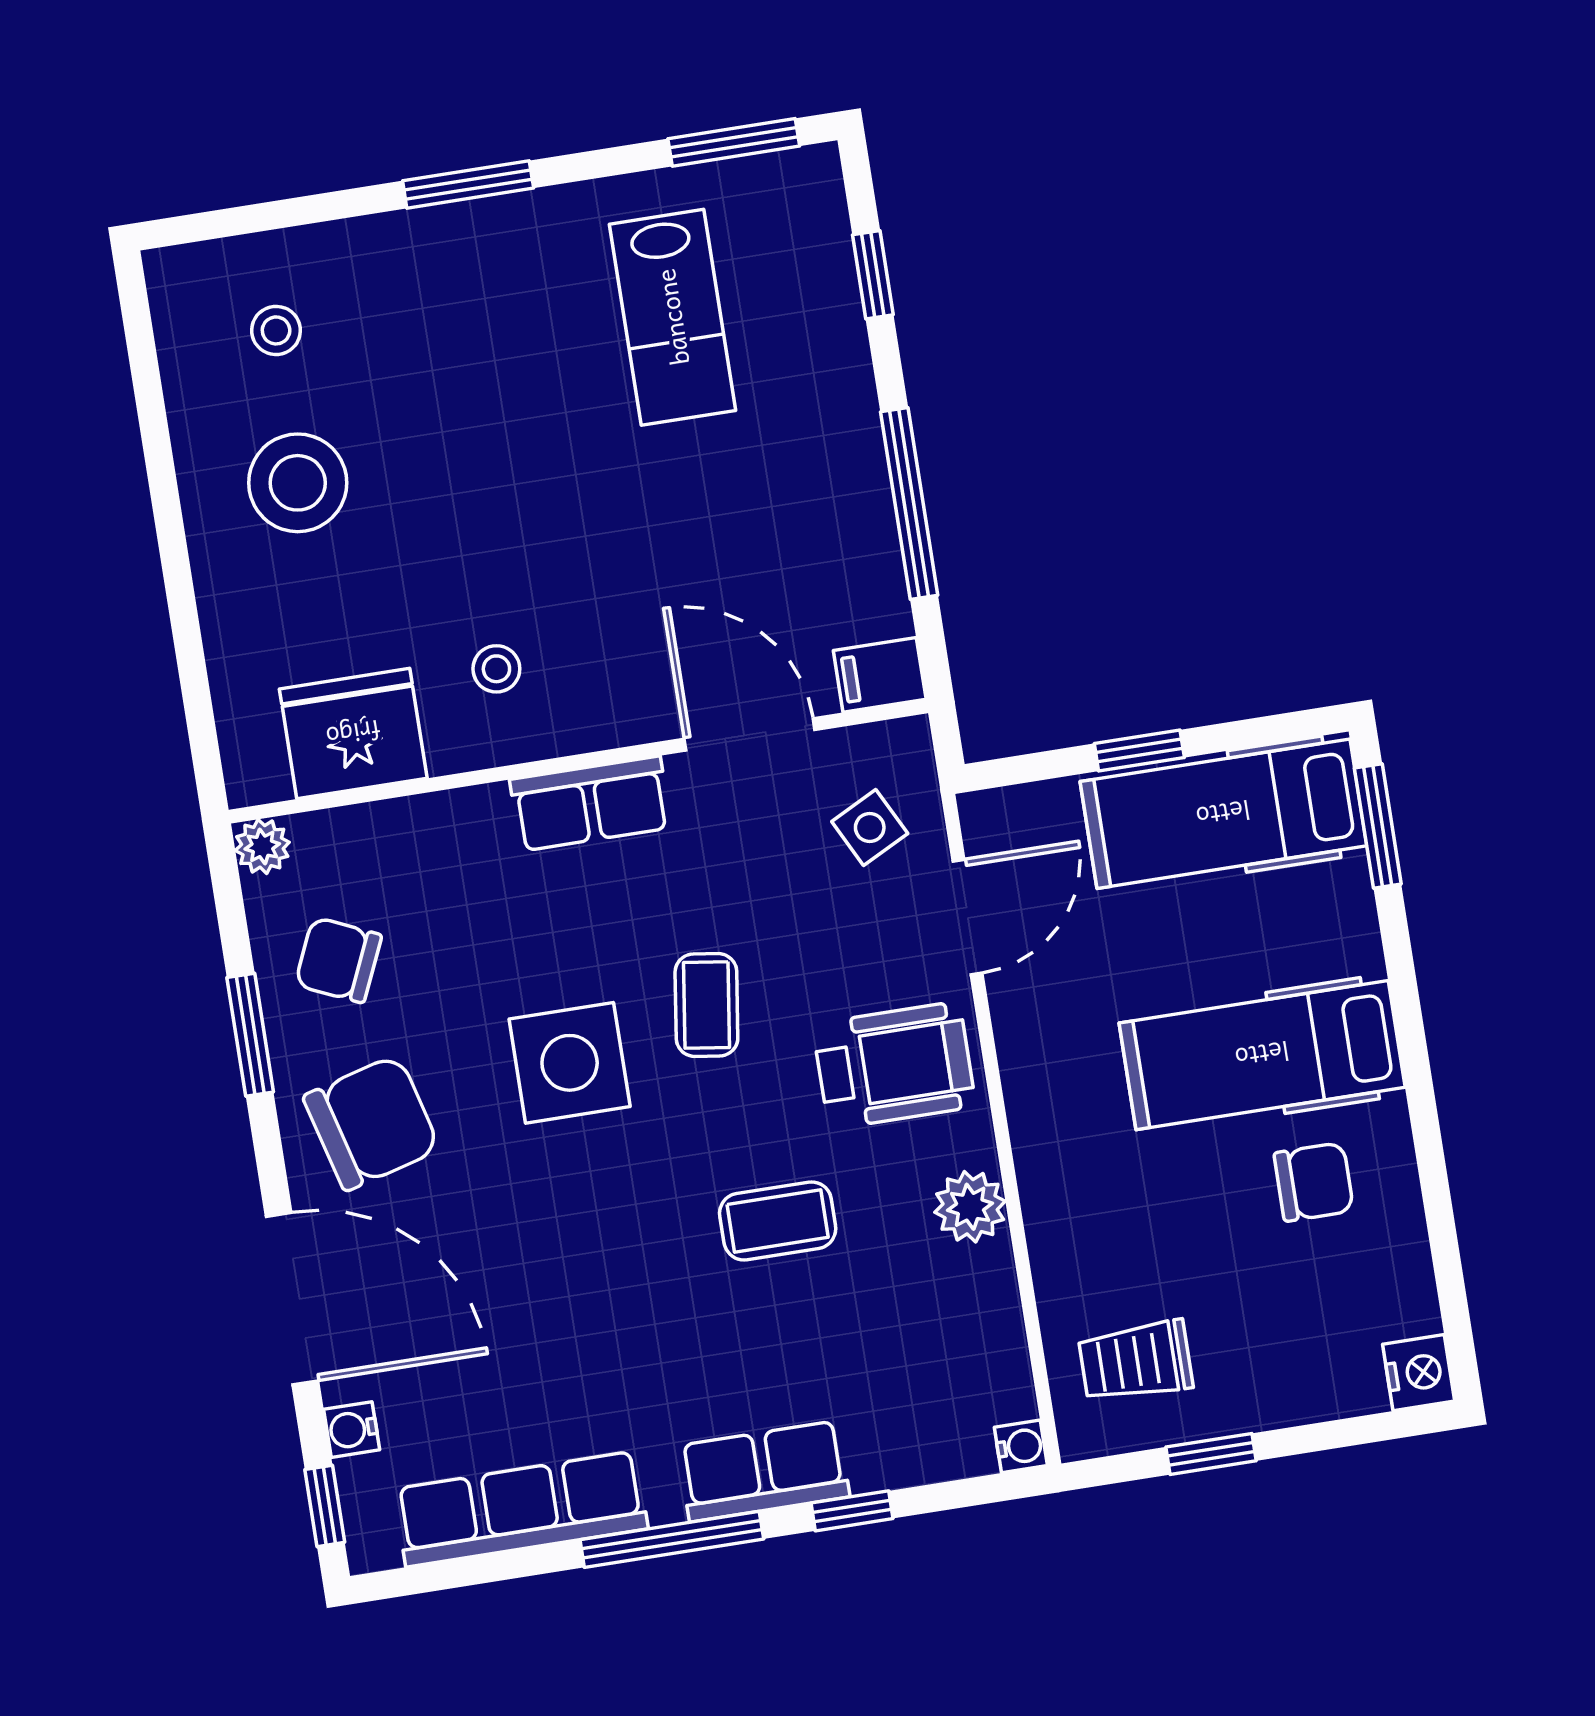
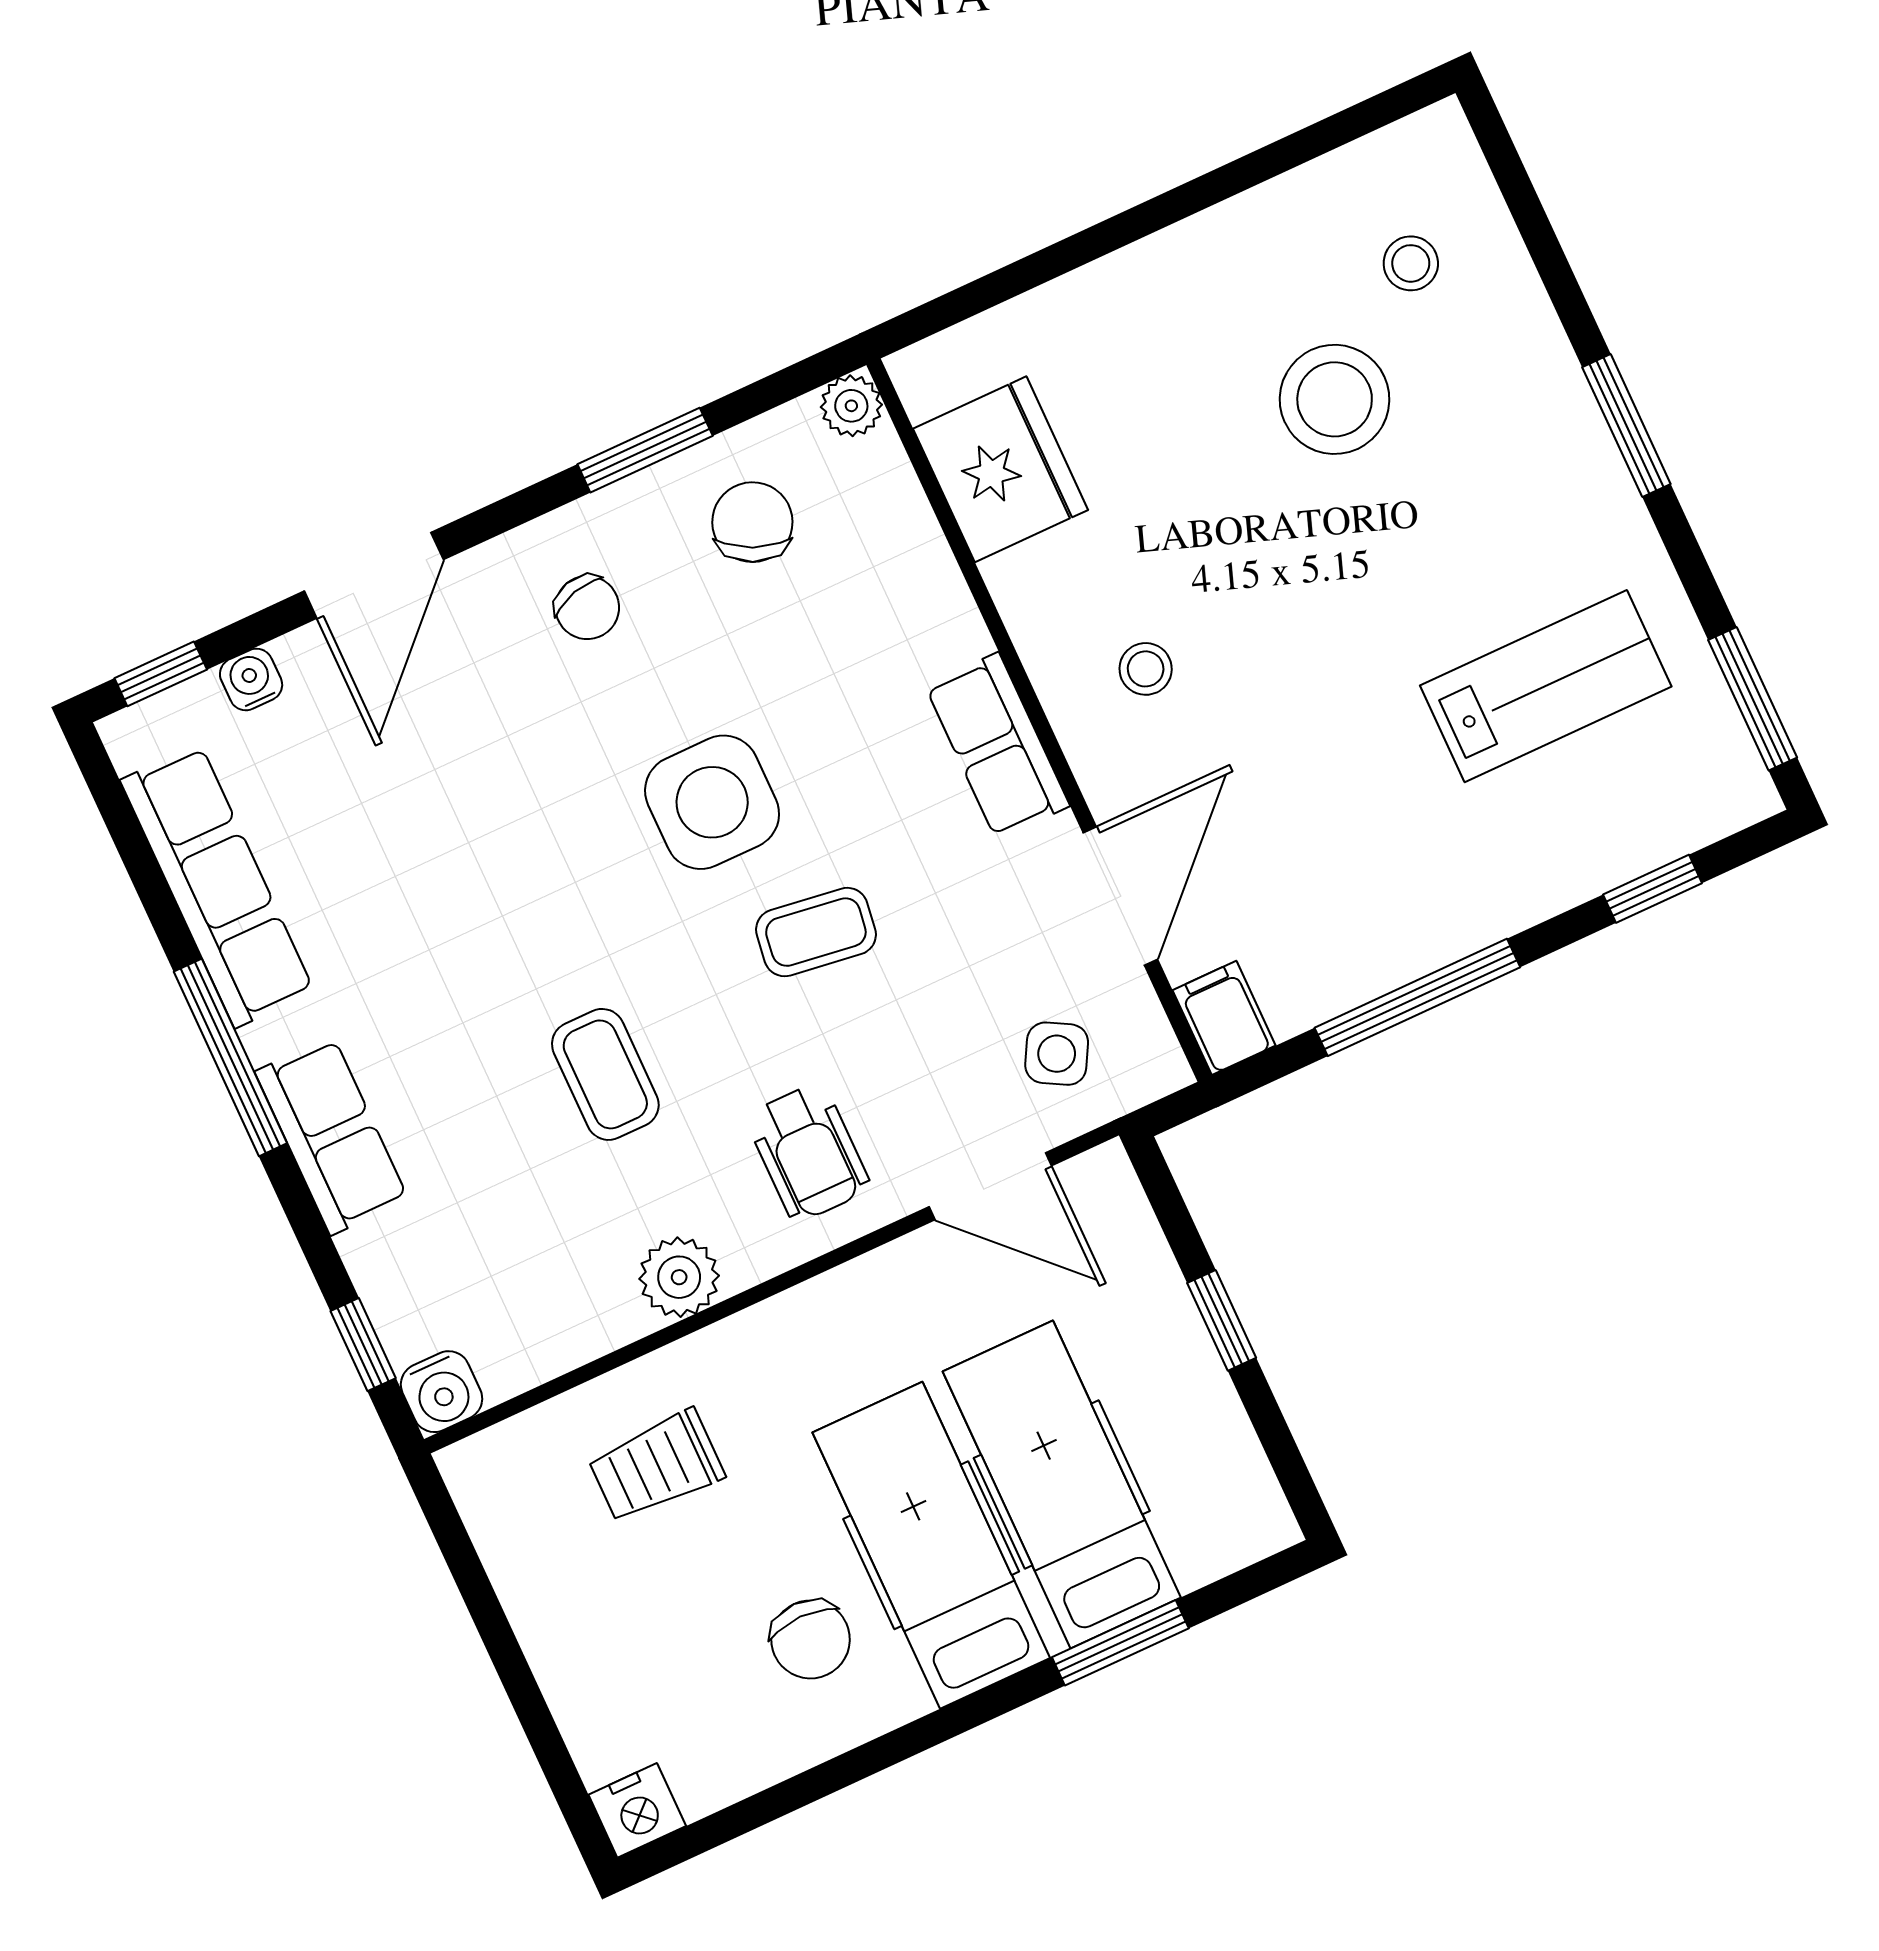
lab bench: (672, 317) -> (1546, 686), turned 180
stool: (298, 483) -> (1335, 399), moved
stool: (496, 669) -> (1146, 669), moved
hospital bed: (1223, 814) -> (1062, 1484), moved
window: (1378, 826) -> (1120, 1643), moved
side table: (870, 828) -> (1057, 1054), turned -34
wheelchair: (894, 1065) -> (808, 1152), width x0.73, depth x0.73
chair: (372, 1123) -> (587, 608), width x0.54, depth x0.54
door: (292, 1299) -> (374, 575), width x0.73
trolley: (1136, 1361) -> (656, 1466), moved, turned -90
water cooler: (1021, 1446) -> (442, 1392), width x1.38, depth x1.38
window: (1211, 1454) -> (486, 1612), removed
window: (852, 1511) -> (363, 1345), moved

